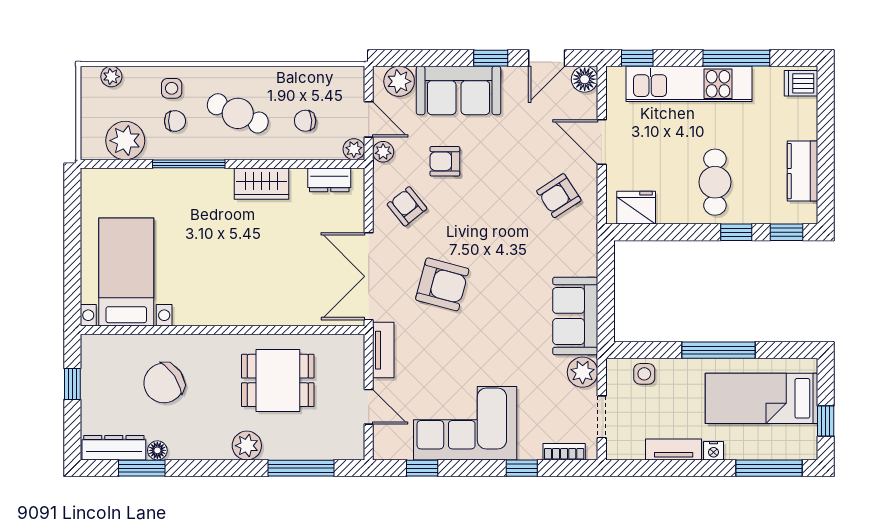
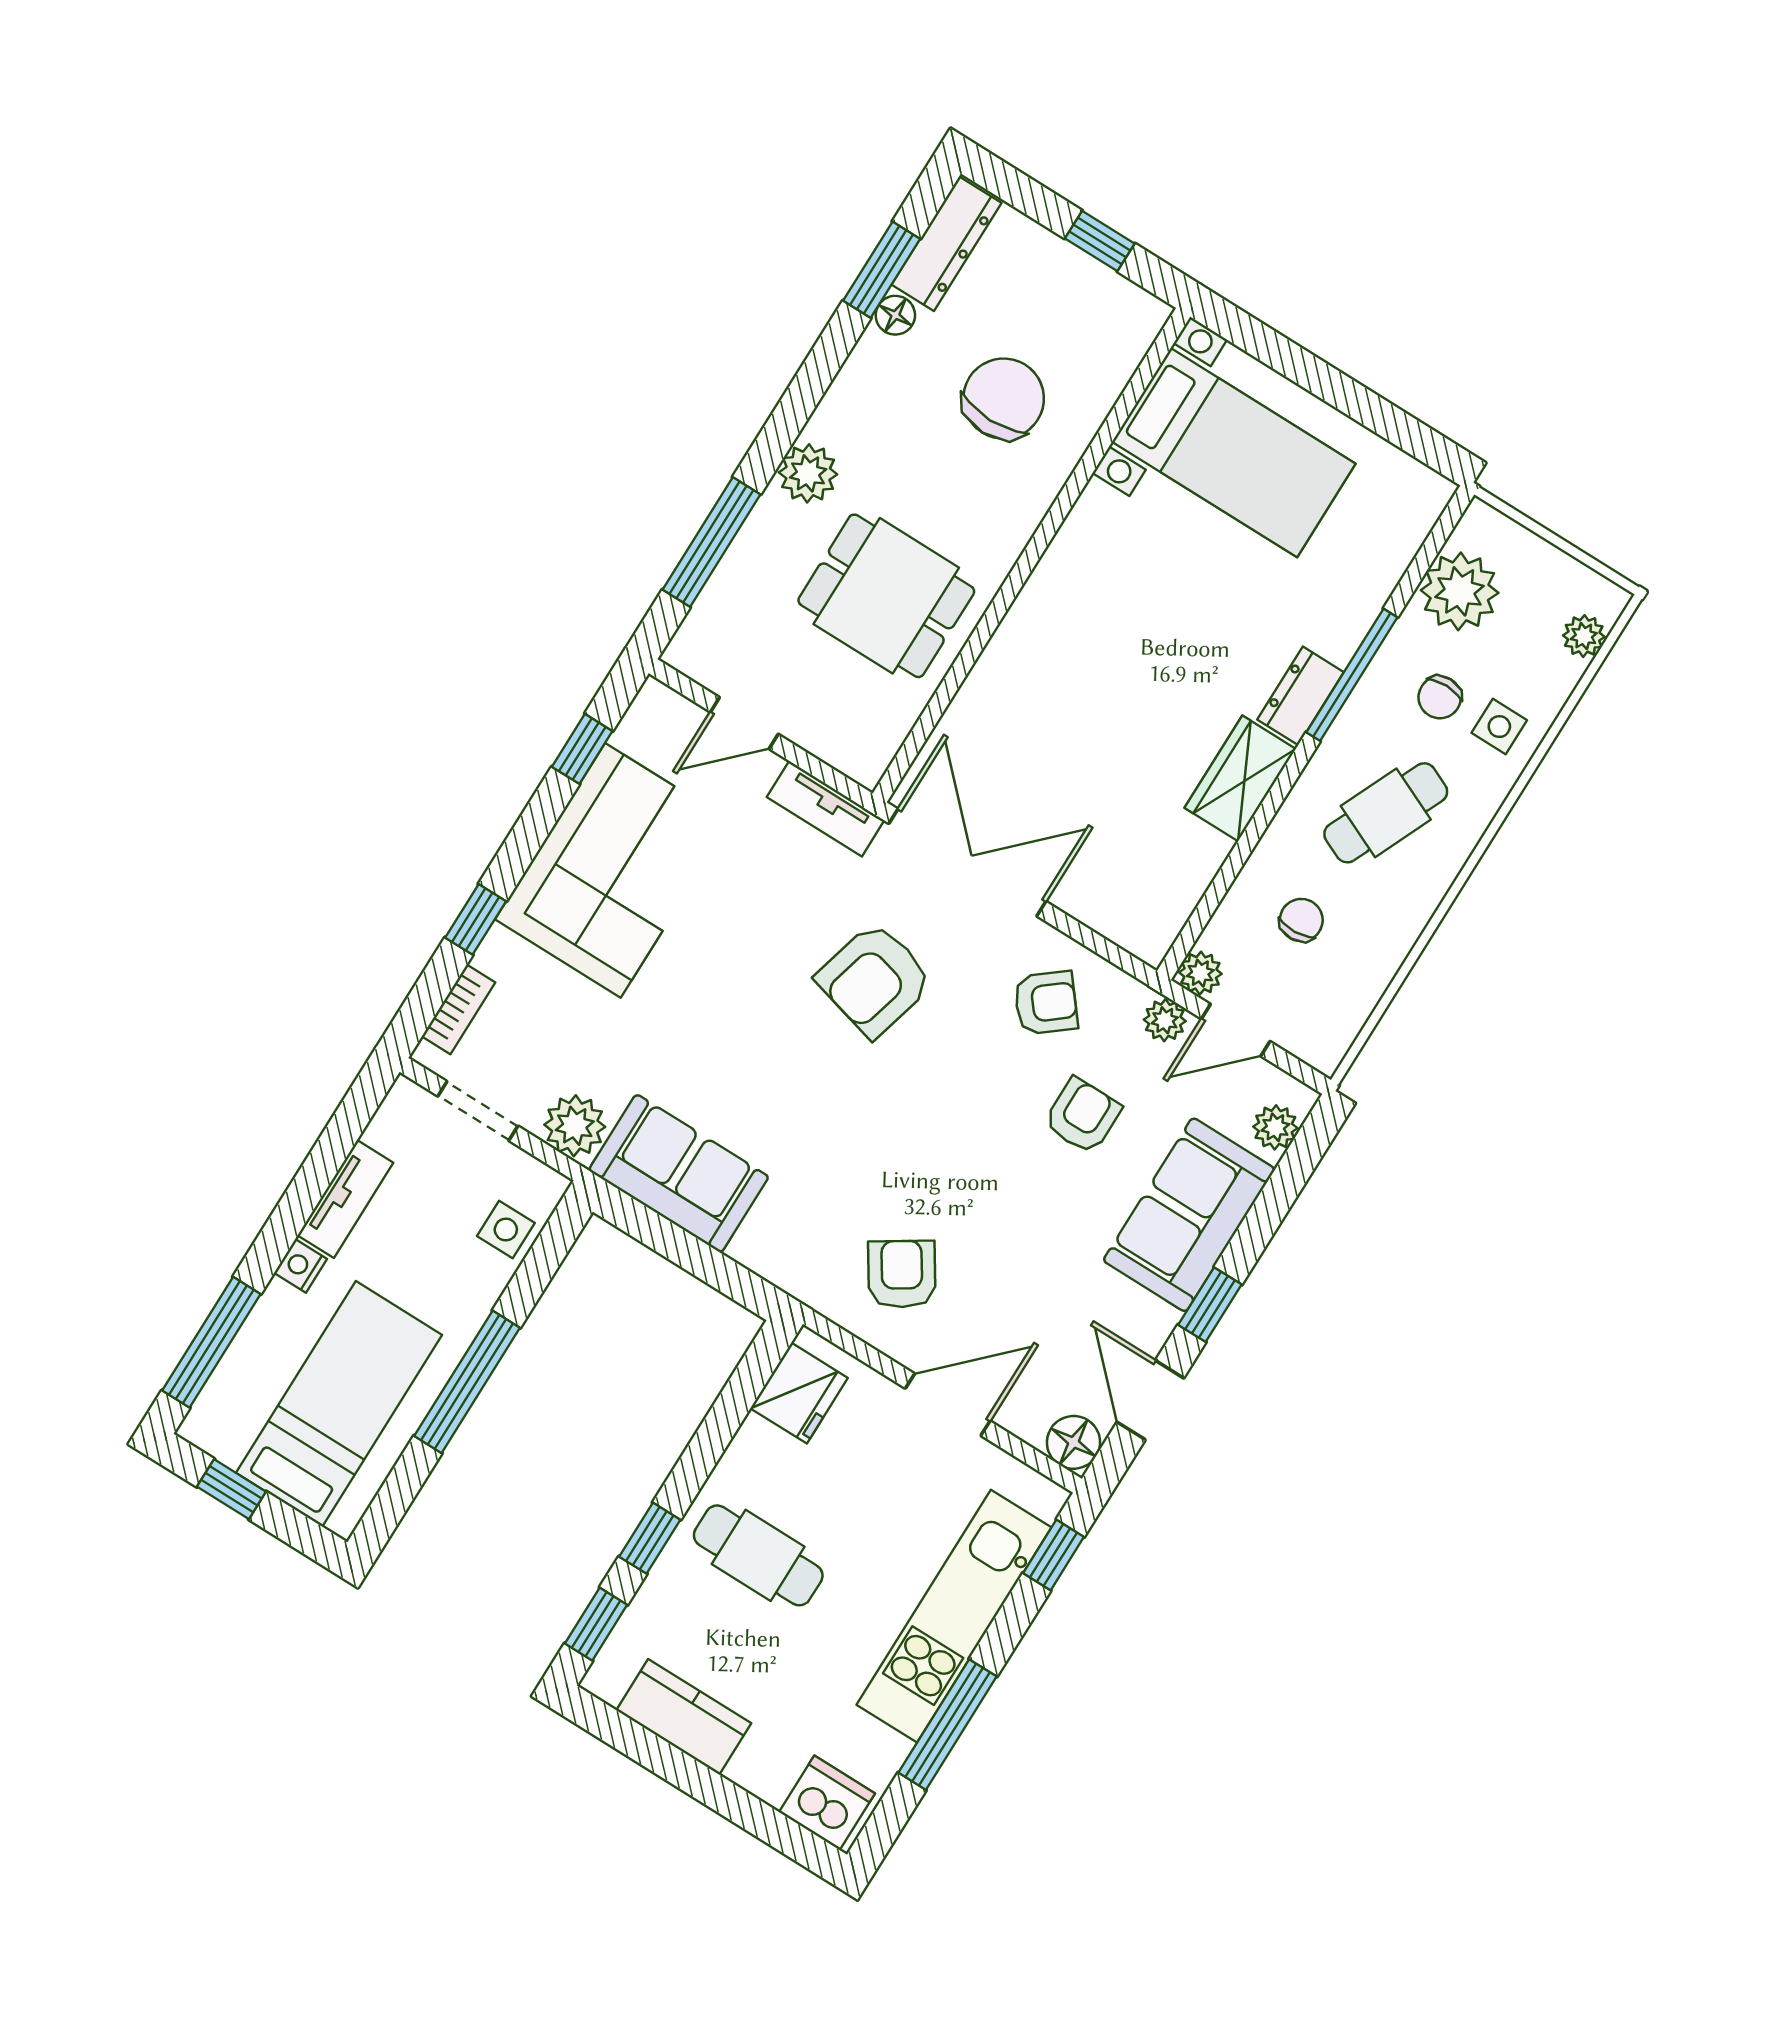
plant: (399, 81) -> (1275, 1127), width x0.73, depth x0.73
dishwasher: (801, 83) -> (827, 1803), width x1.38
dresser: (329, 180) -> (1301, 696), moved
dining table: (278, 380) -> (886, 596), turned 90
chair: (164, 383) -> (1004, 399), turned 34

